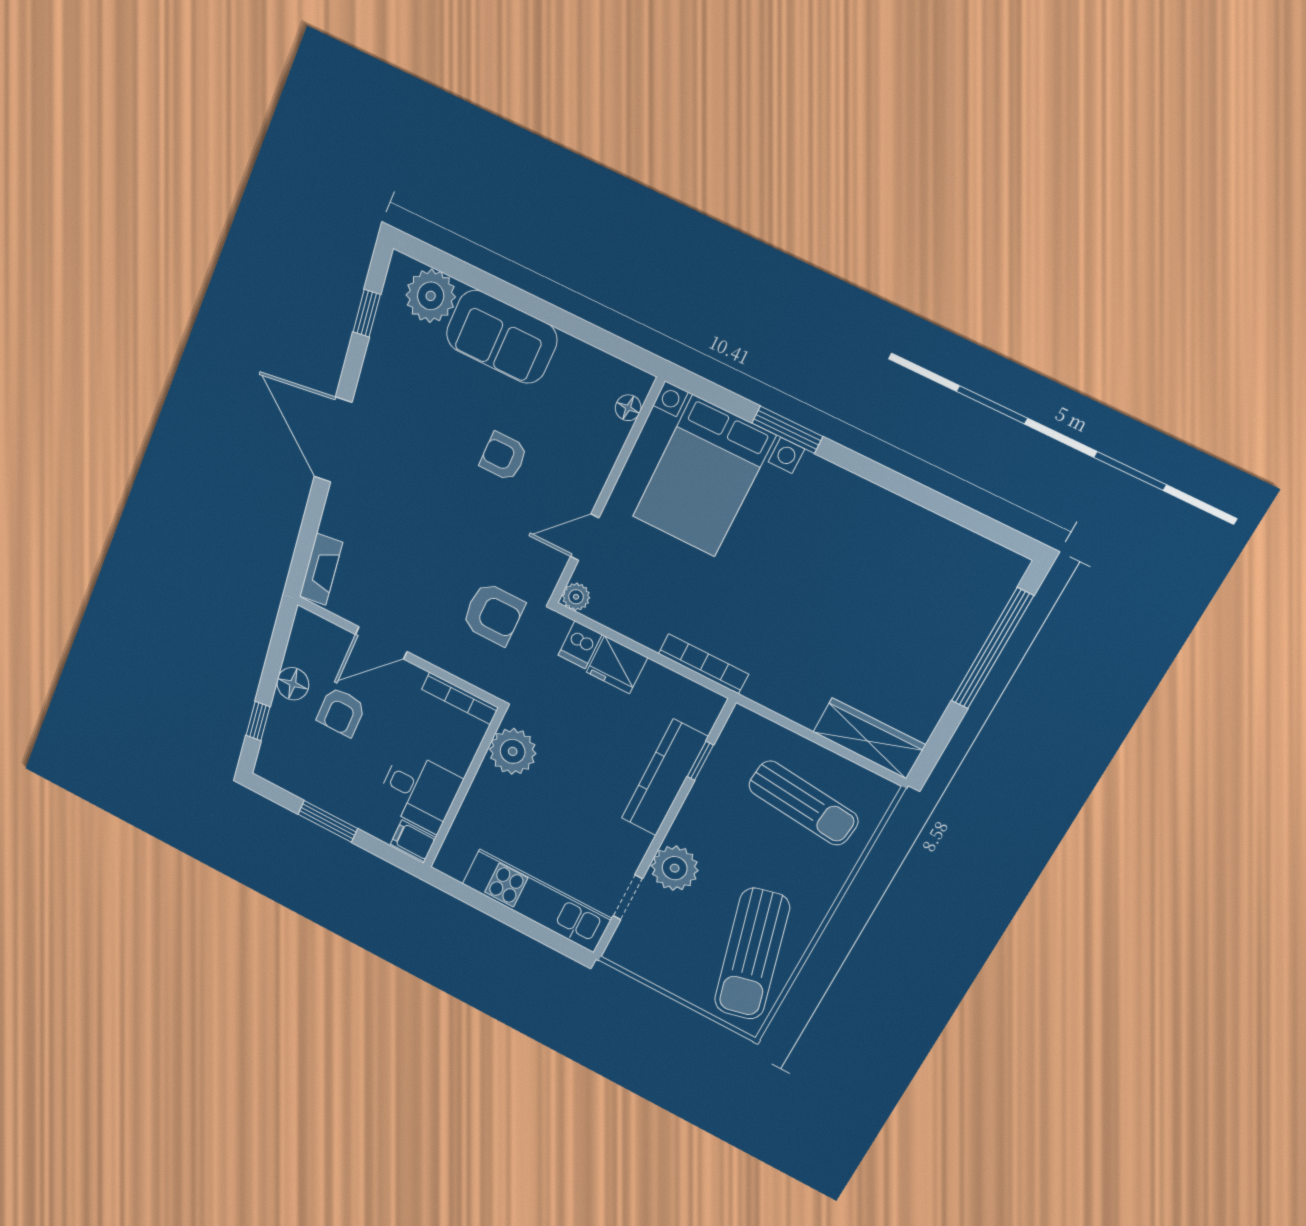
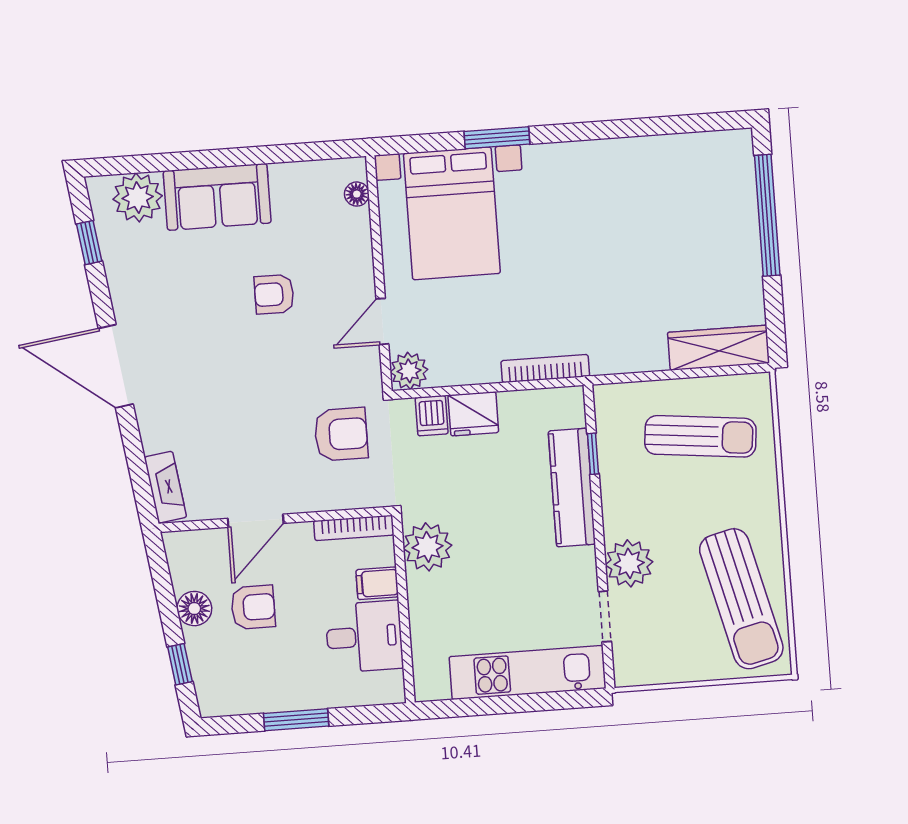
plant: (576, 597) -> (409, 371), width x1.38, depth x1.38
armchair: (341, 712) -> (253, 607), turned -90
filing cabinet: (413, 841) -> (377, 583), moved

